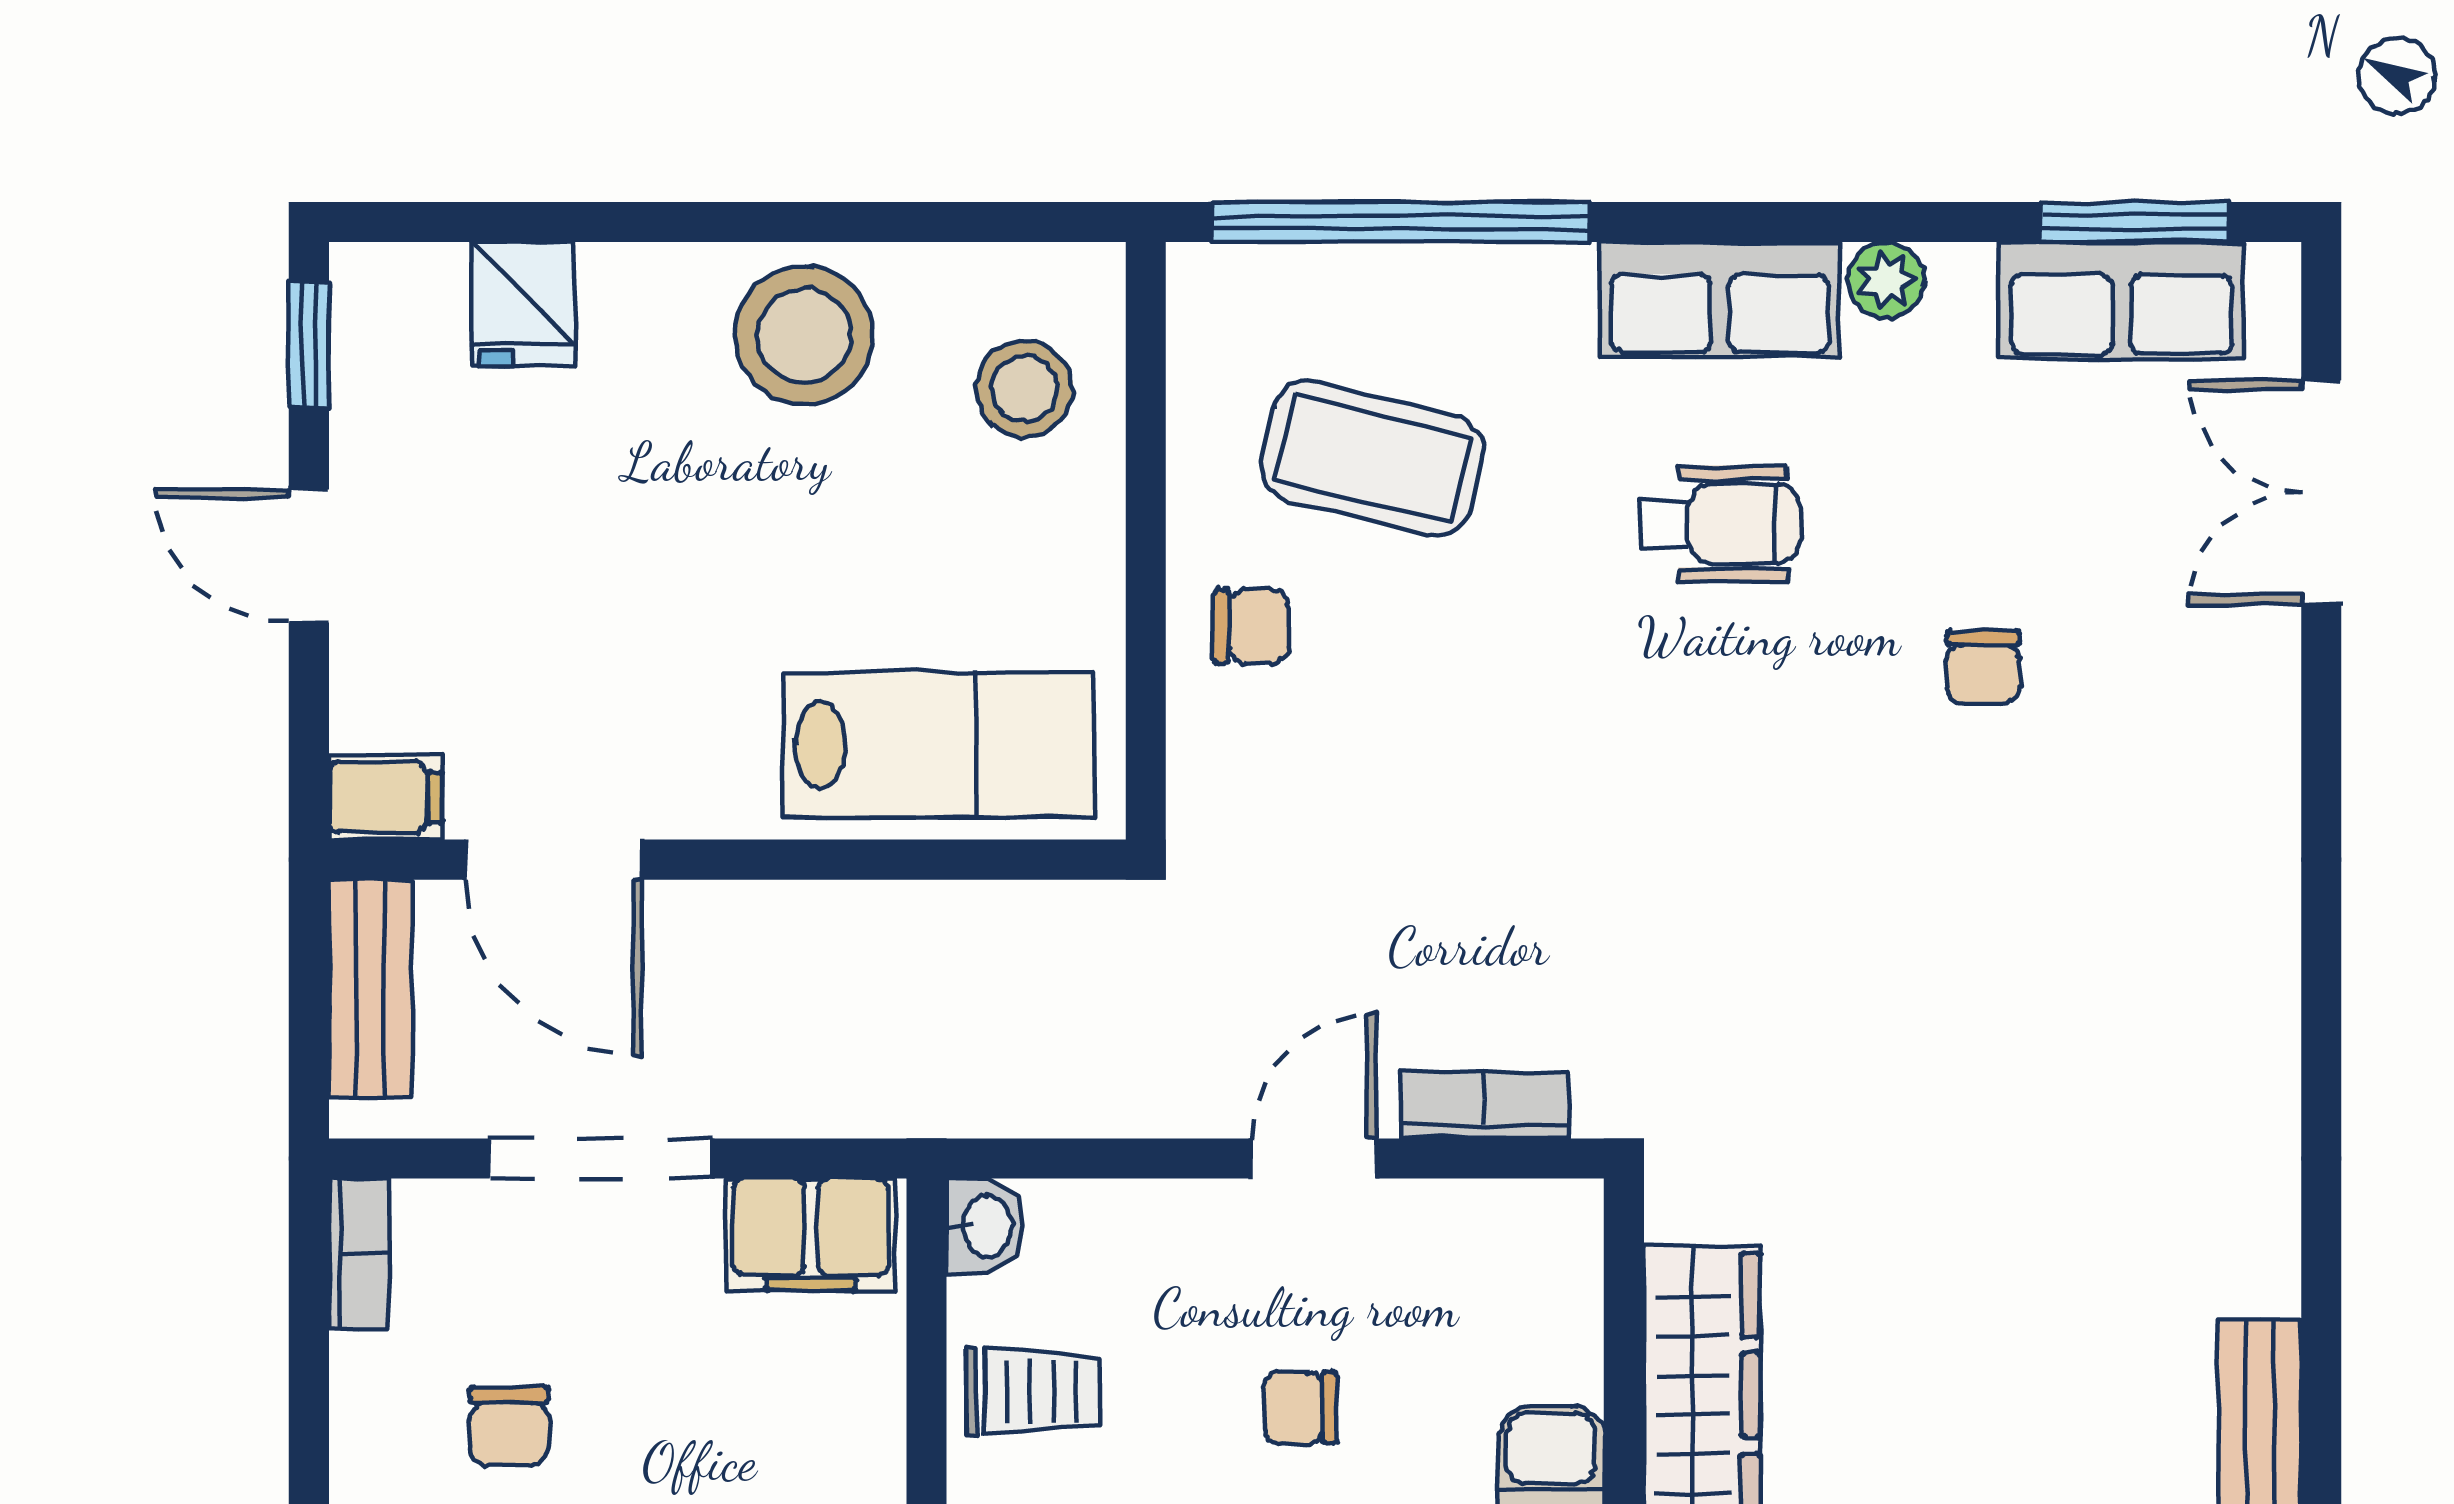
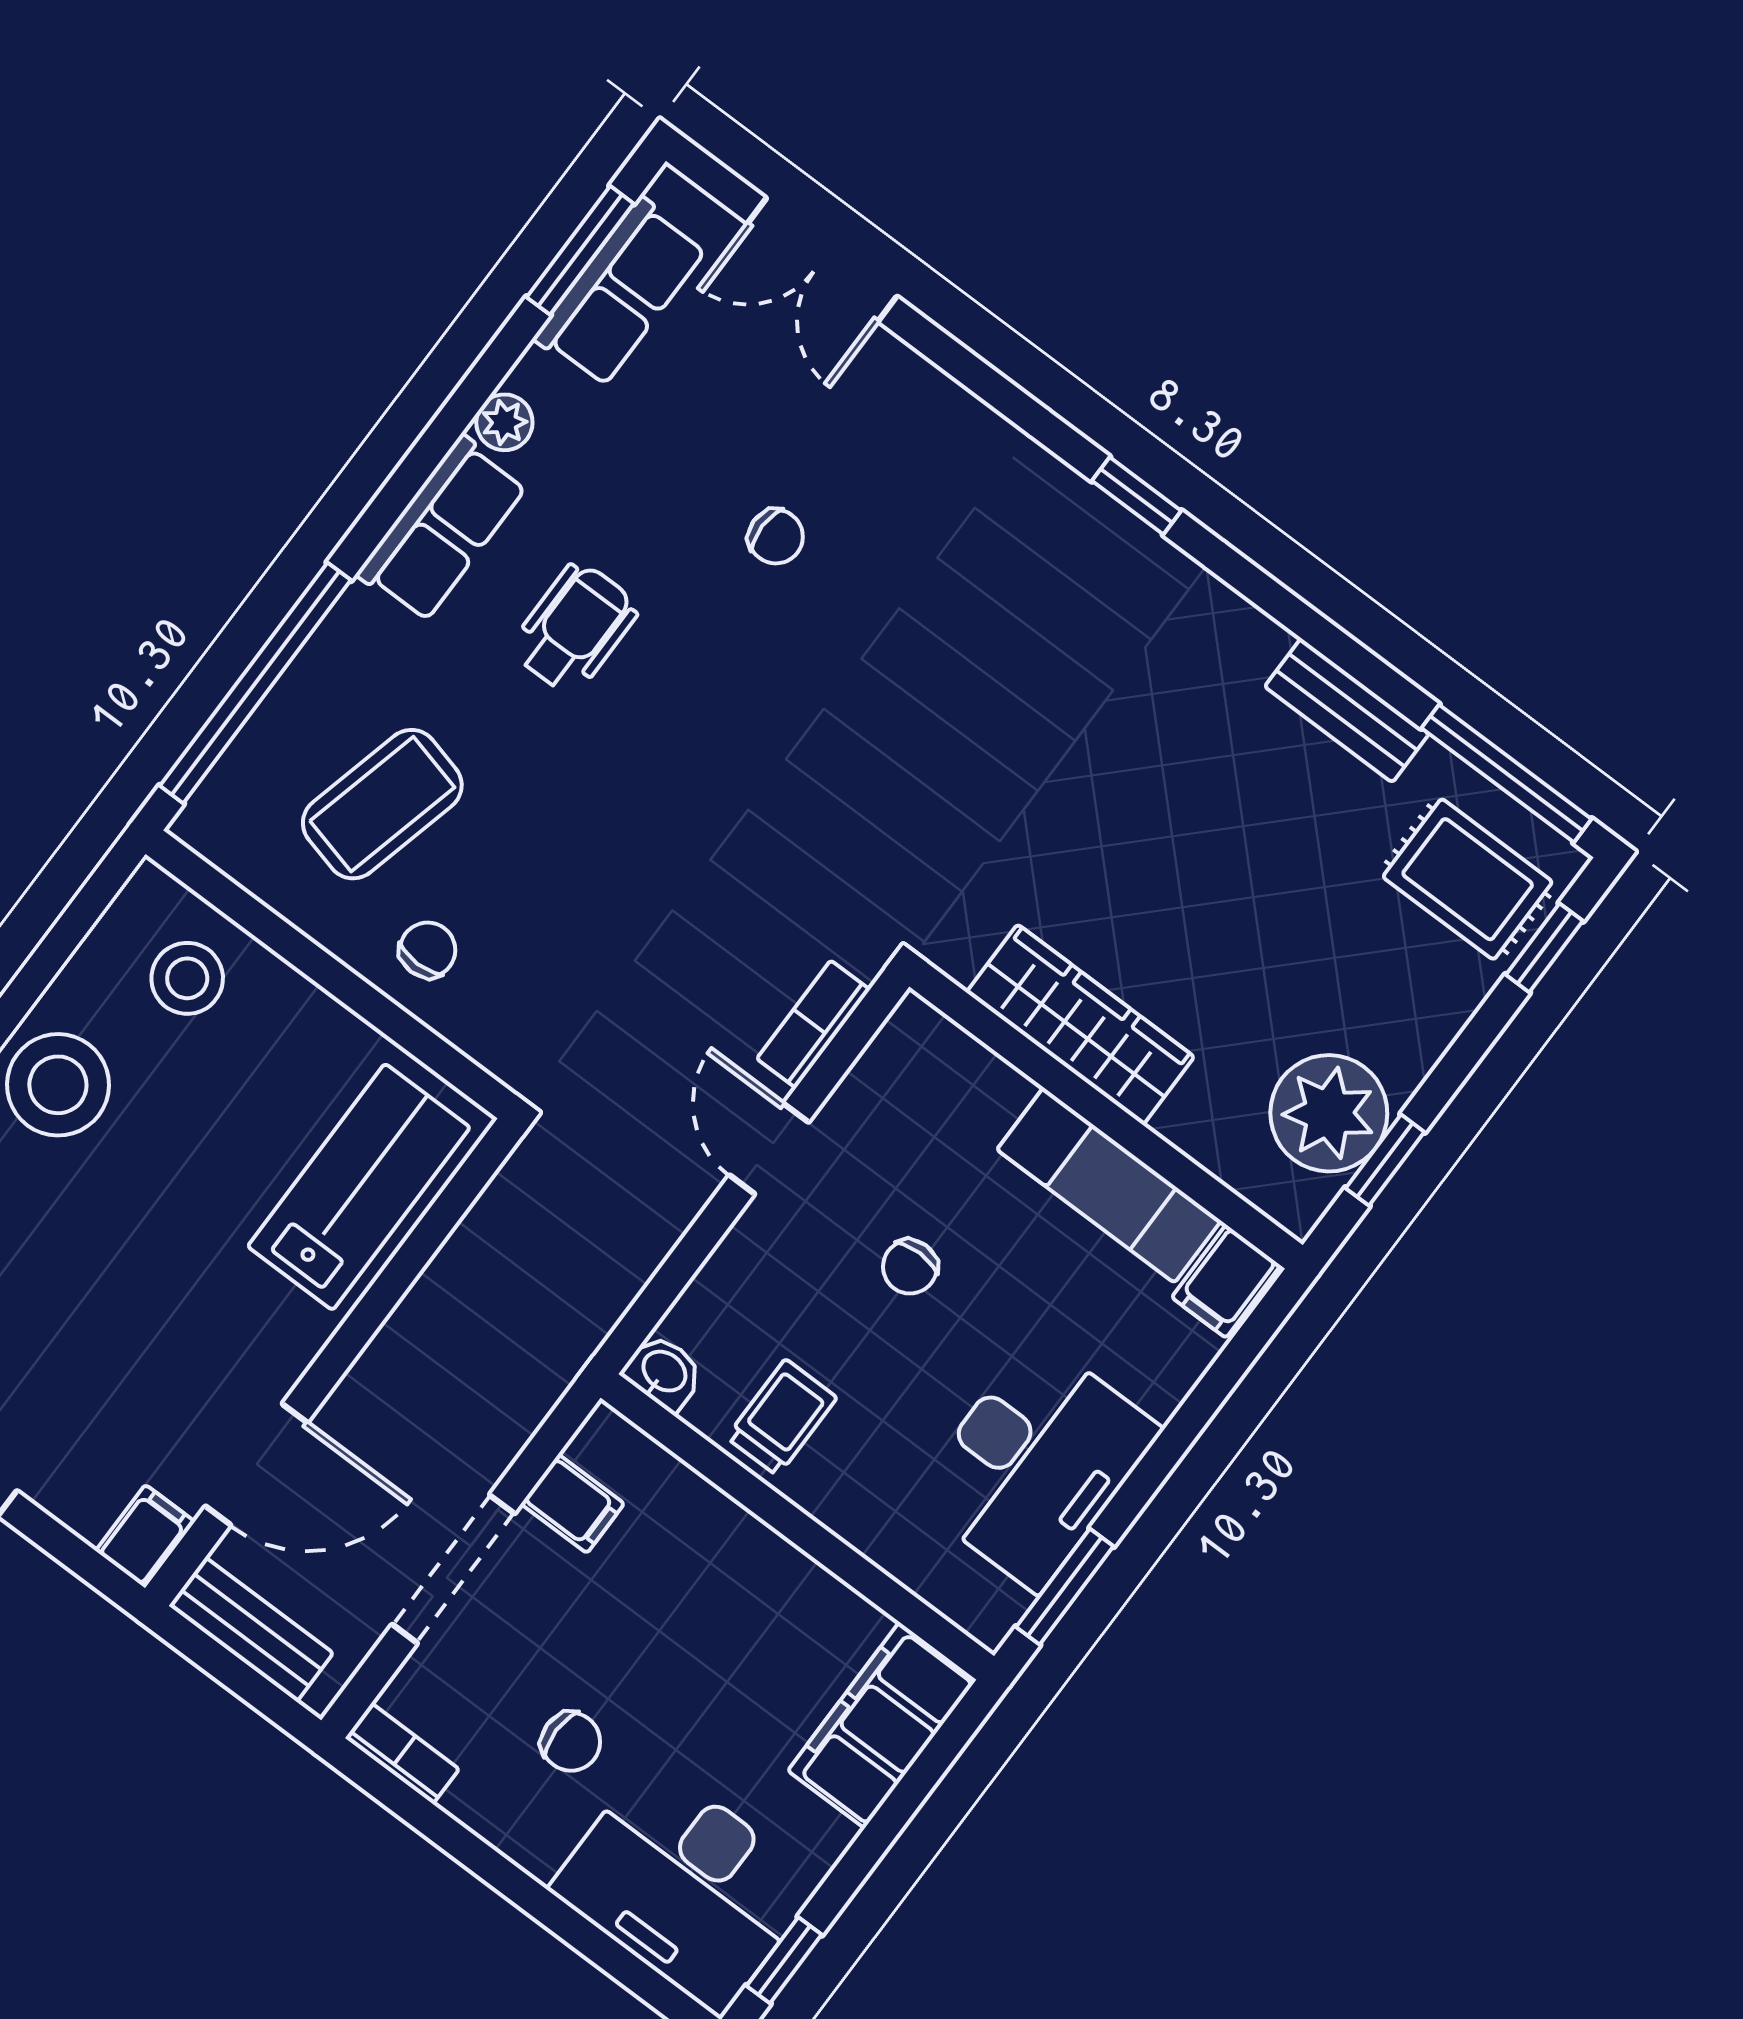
window: (2321, 1025) -> (1137, 496), added
filing cabinet: (811, 1235) -> (573, 1504), width x0.50

